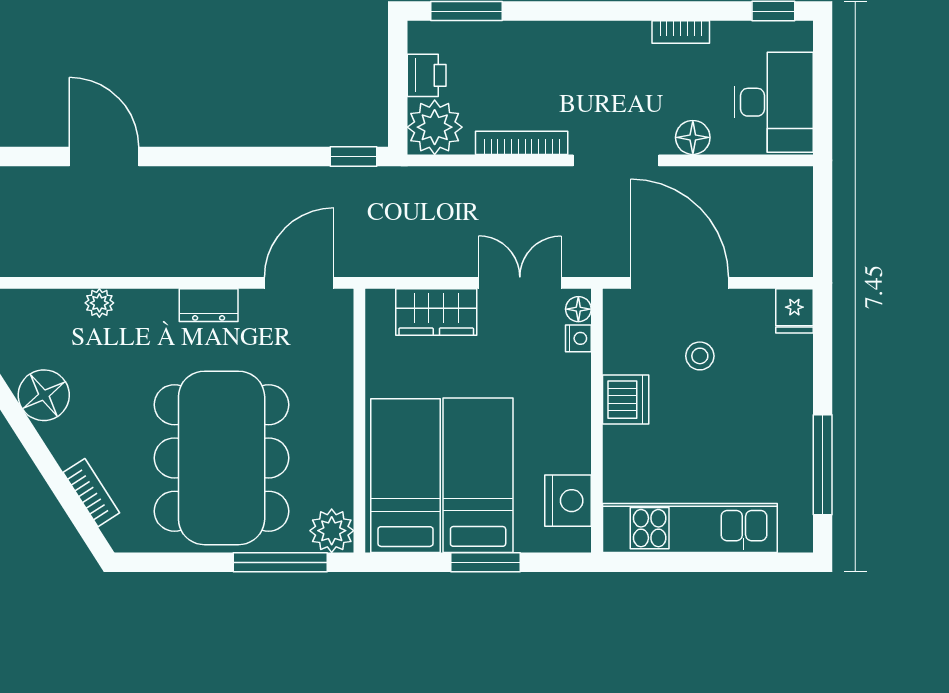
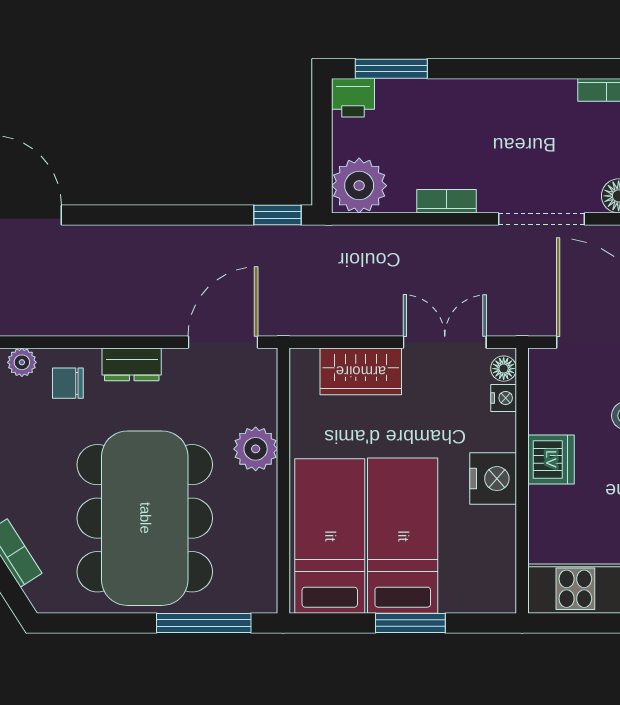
printer: (427, 75) -> (353, 98), moved, turned 90
bookcase: (522, 143) -> (447, 201), width x0.64
chair: (145, 324) -> (68, 383), added
nightstand: (568, 501) -> (493, 479), moved
plant: (332, 531) -> (256, 449), moved

